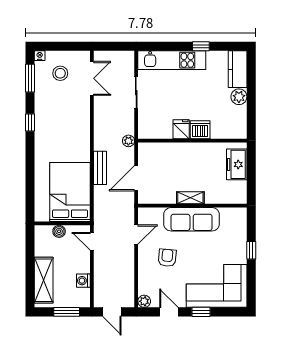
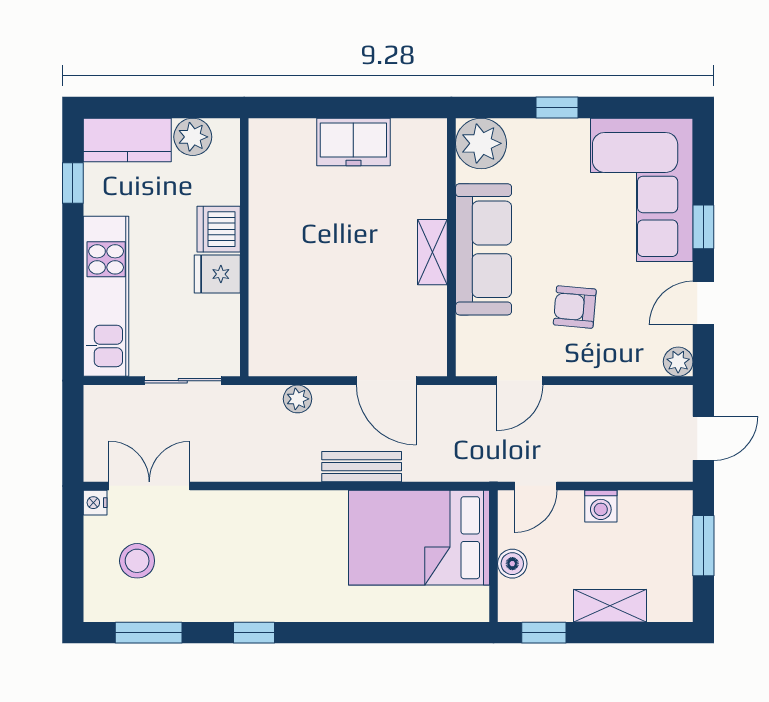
window: (201, 46) -> (73, 183), moved
nightstand: (40, 56) -> (95, 503), moved
fridge: (181, 129) -> (217, 274), moved
dishwasher: (200, 130) -> (219, 229), moved
wall: (192, 141) -> (244, 247), moved
plant: (236, 218) -> (481, 143), added
door: (136, 235) -> (520, 381), swing flipped
window: (30, 245) -> (544, 633), added
shelving: (44, 280) -> (610, 606), width x0.67, depth x0.75
washing machine: (83, 281) -> (601, 506), moved

